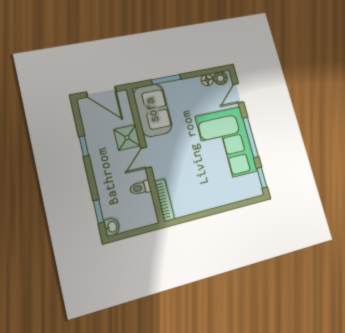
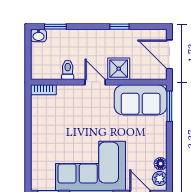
window: (166, 79) -> (169, 106), moved
door: (101, 92) -> (169, 54), hinge flipped
bookcase: (164, 200) -> (43, 90), width x0.64

